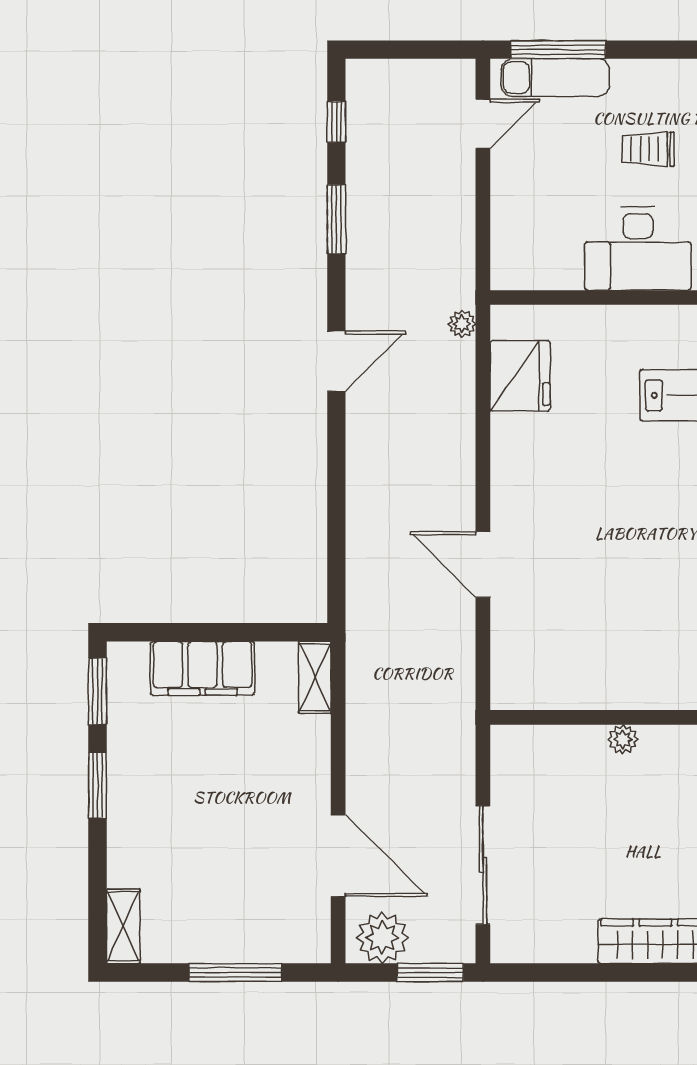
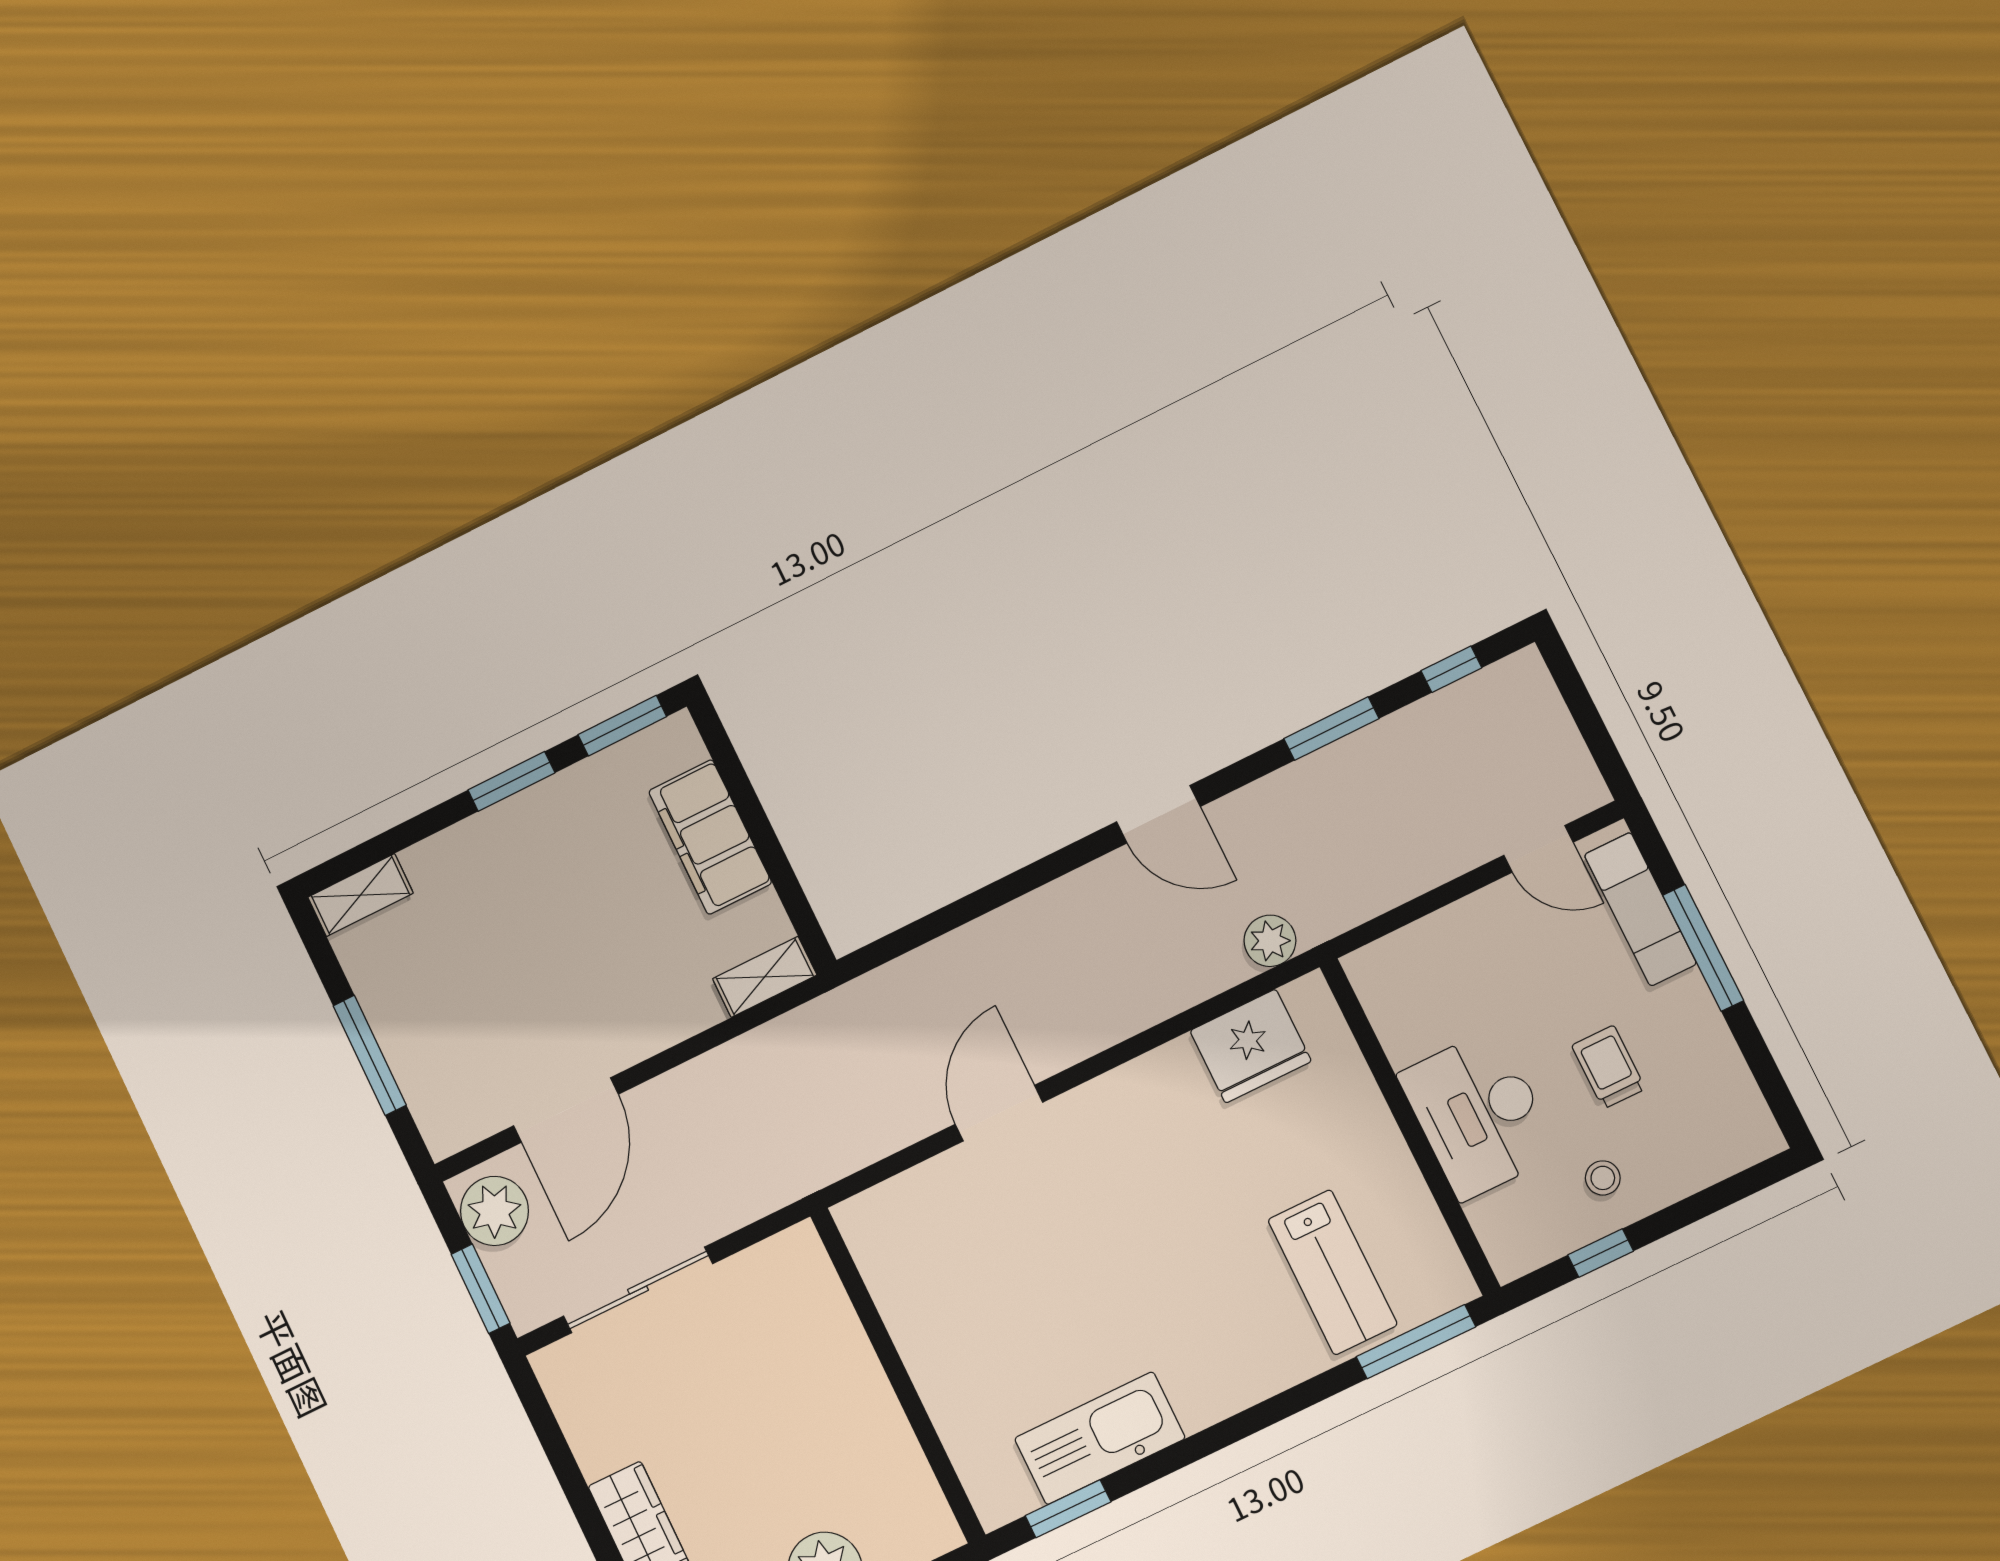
window: (558, 50) -> (1703, 948), moved
plant: (462, 324) -> (1270, 941), width x1.38, depth x1.38
plant: (623, 739) -> (870, 1386), removed

